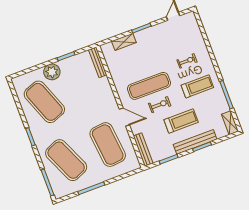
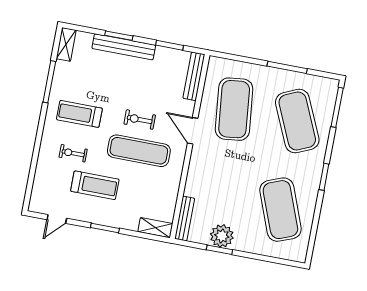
shelving: (124, 42) -> (155, 228), moved
plant: (52, 72) -> (222, 236), moved
treadmill: (181, 121) -> (95, 185), moved, turned 180

